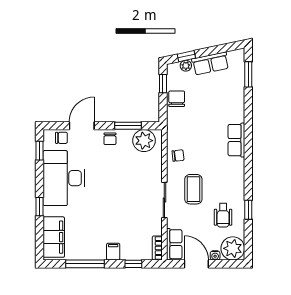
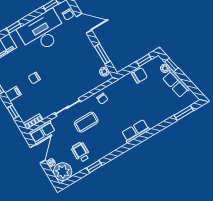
chair: (110, 139) -> (34, 78), moved
plant: (144, 141) -> (104, 72), width x0.53, depth x0.53
wheelchair: (223, 215) -> (81, 152), turned 90

